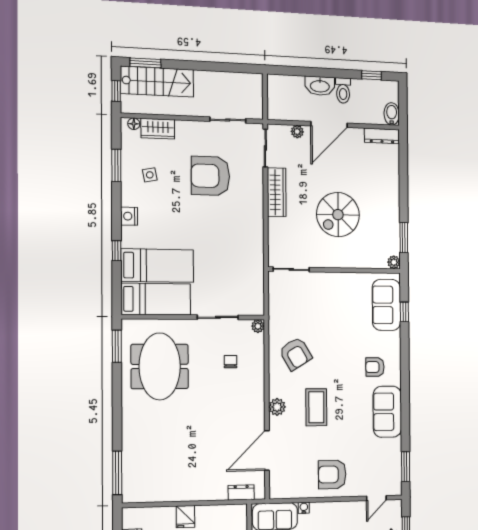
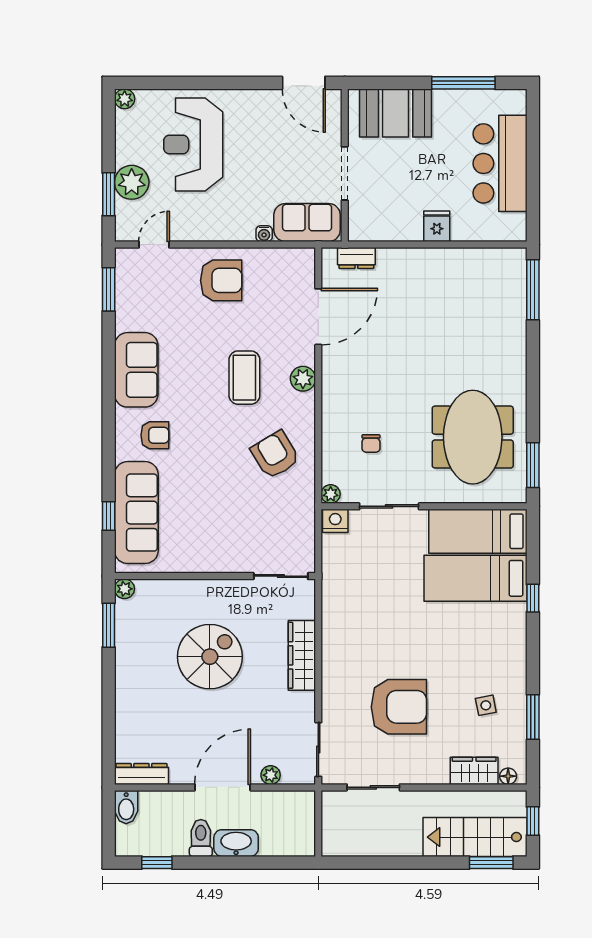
wardrobe: (277, 192) -> (302, 655), moved
nightstand: (129, 216) -> (335, 521), moved, turned -90
sofa: (386, 305) -> (136, 513), width x1.36

